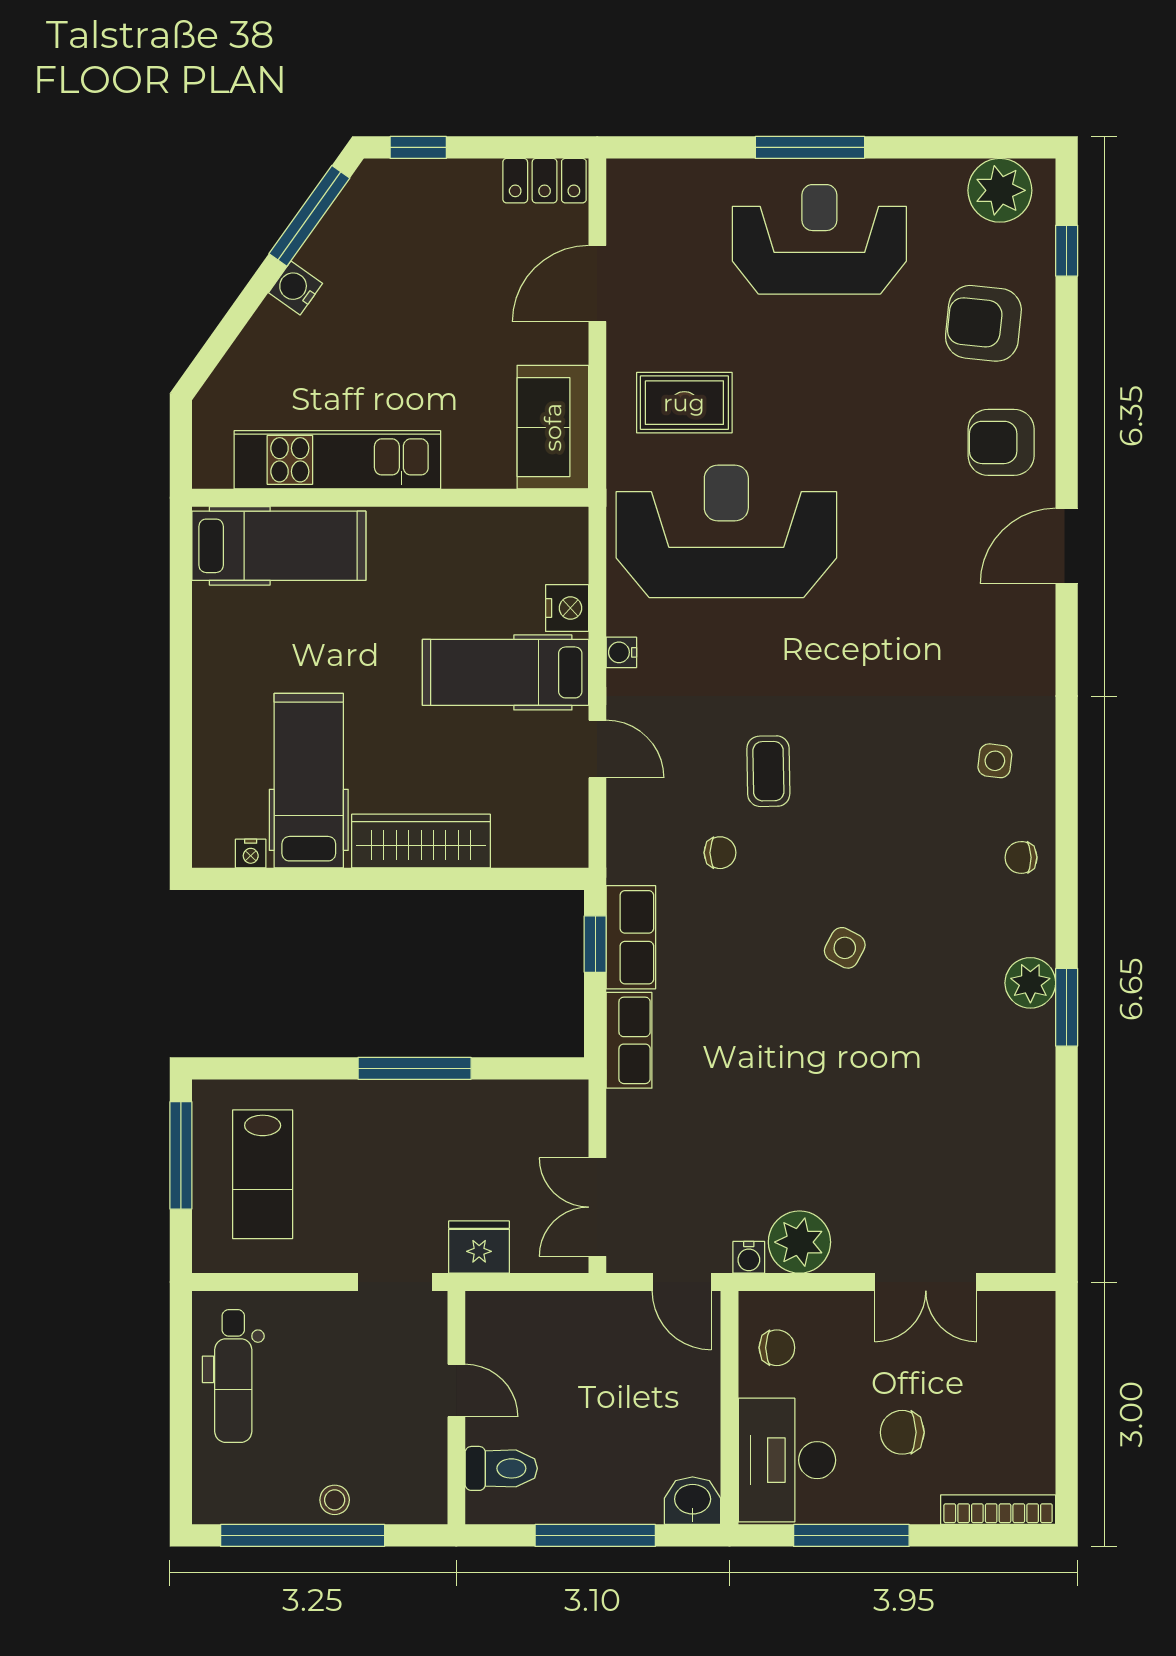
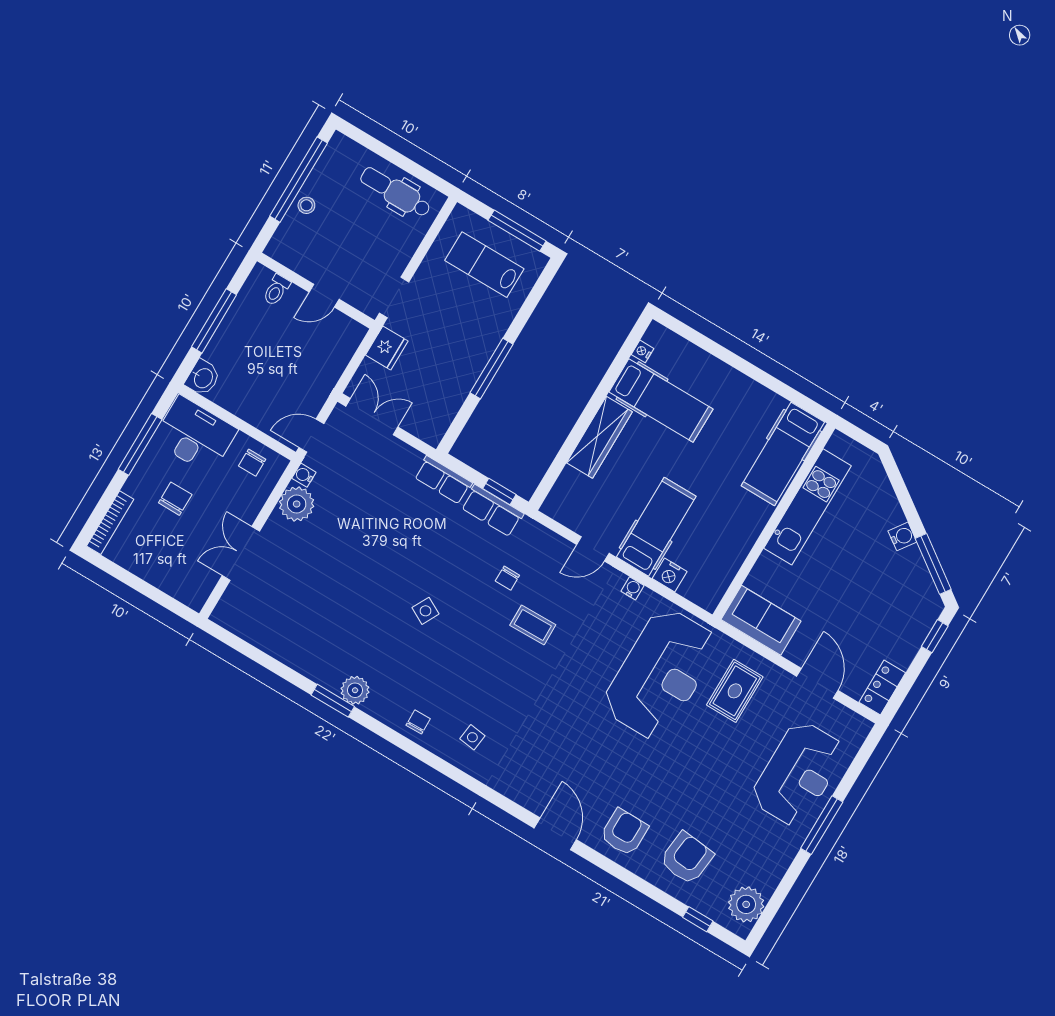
reception desk: (819, 239) -> (798, 774), moved
toilet: (501, 1468) -> (276, 290), width x0.73, depth x0.72

